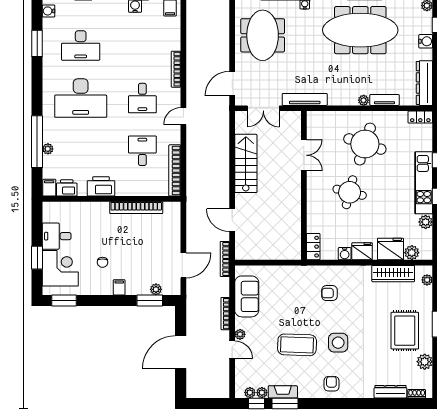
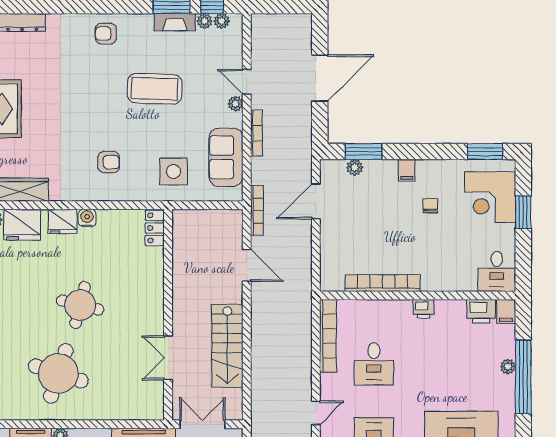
double door: (304, 155) -> (168, 358), moved
wall: (304, 185) -> (168, 315), moved
printer: (101, 186) -> (424, 309), width x0.53, depth x0.68
desk: (57, 236) -> (497, 271), moved, turned 90
locker: (313, 247) -> (155, 228), moved
side table: (338, 343) -> (174, 171), moved
armchair: (331, 384) -> (106, 34), turned 90

